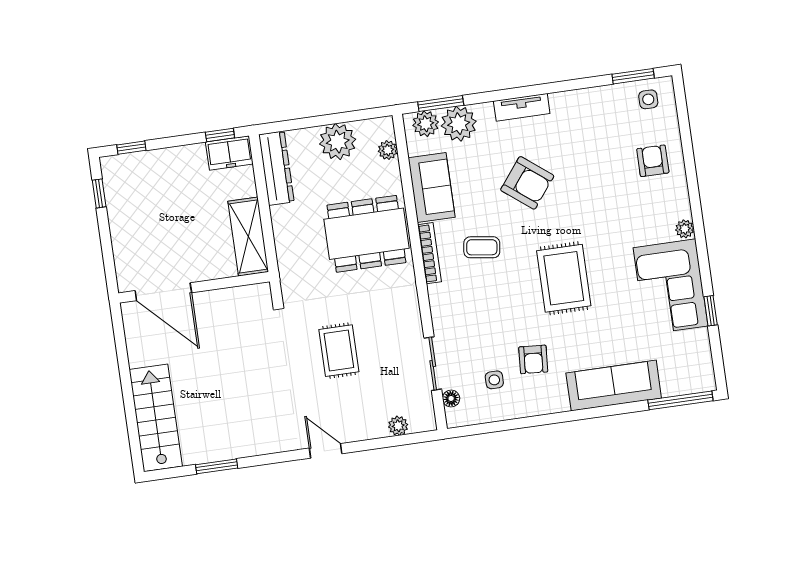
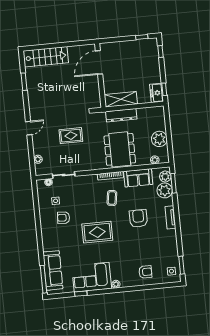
dresser: (276, 168) -> (121, 115), moved
armchair: (527, 183) -> (138, 218), turned 142
sofa: (614, 386) -> (53, 270), moved

